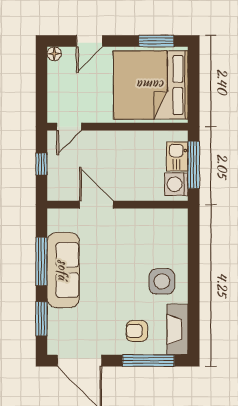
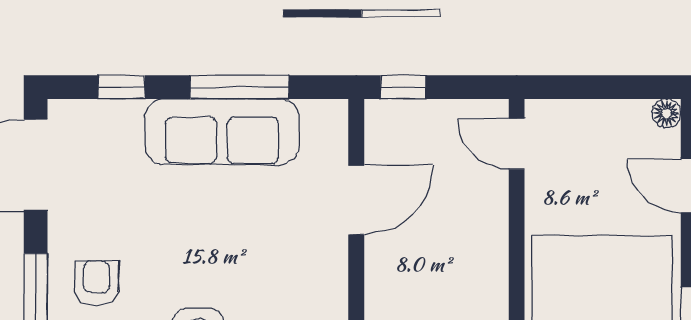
window: (41, 164) -> (403, 87), moved
window: (41, 319) -> (121, 87), width x0.67

